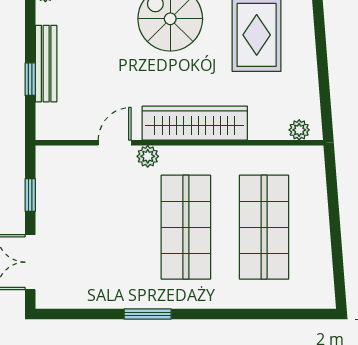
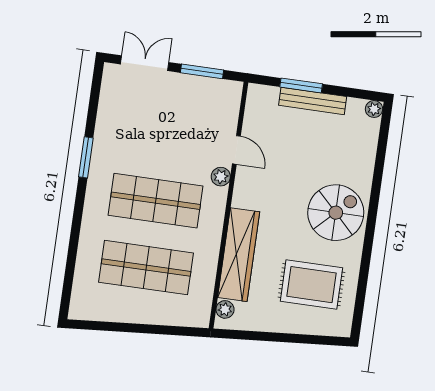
window: (30, 79) -> (301, 85), width x1.50
wardrobe: (195, 123) -> (239, 255), moved
window: (30, 195) -> (202, 71), width x1.50

